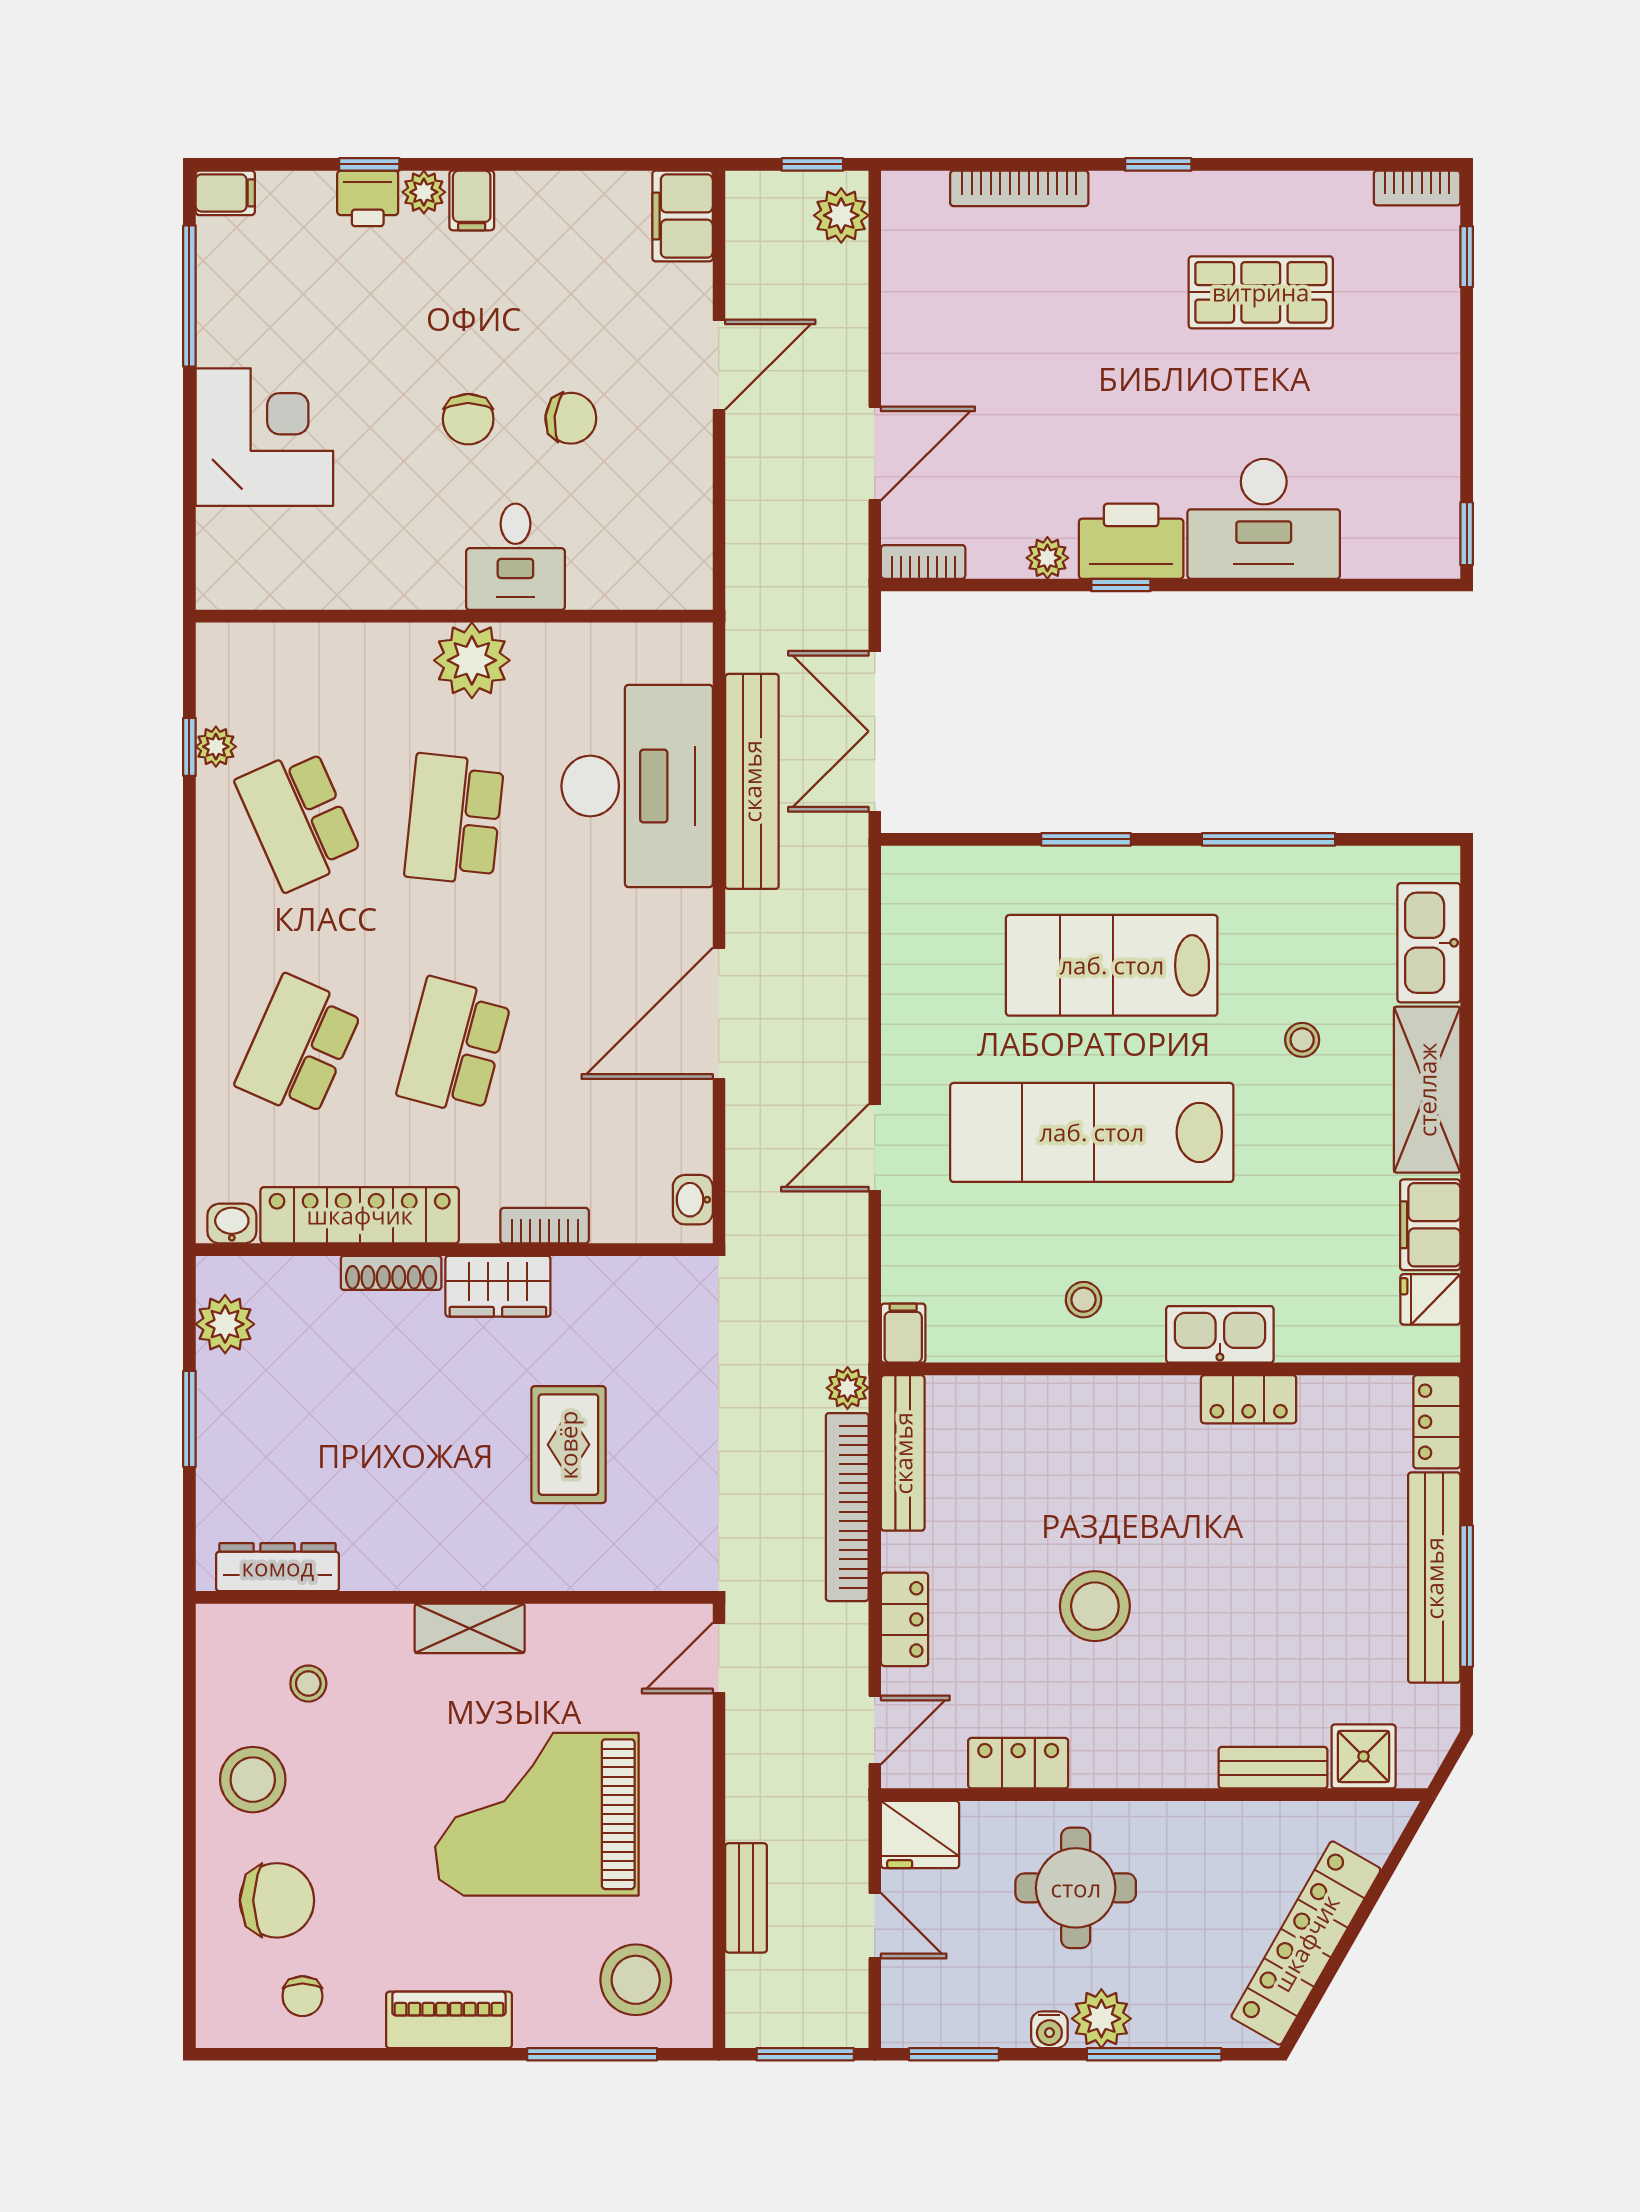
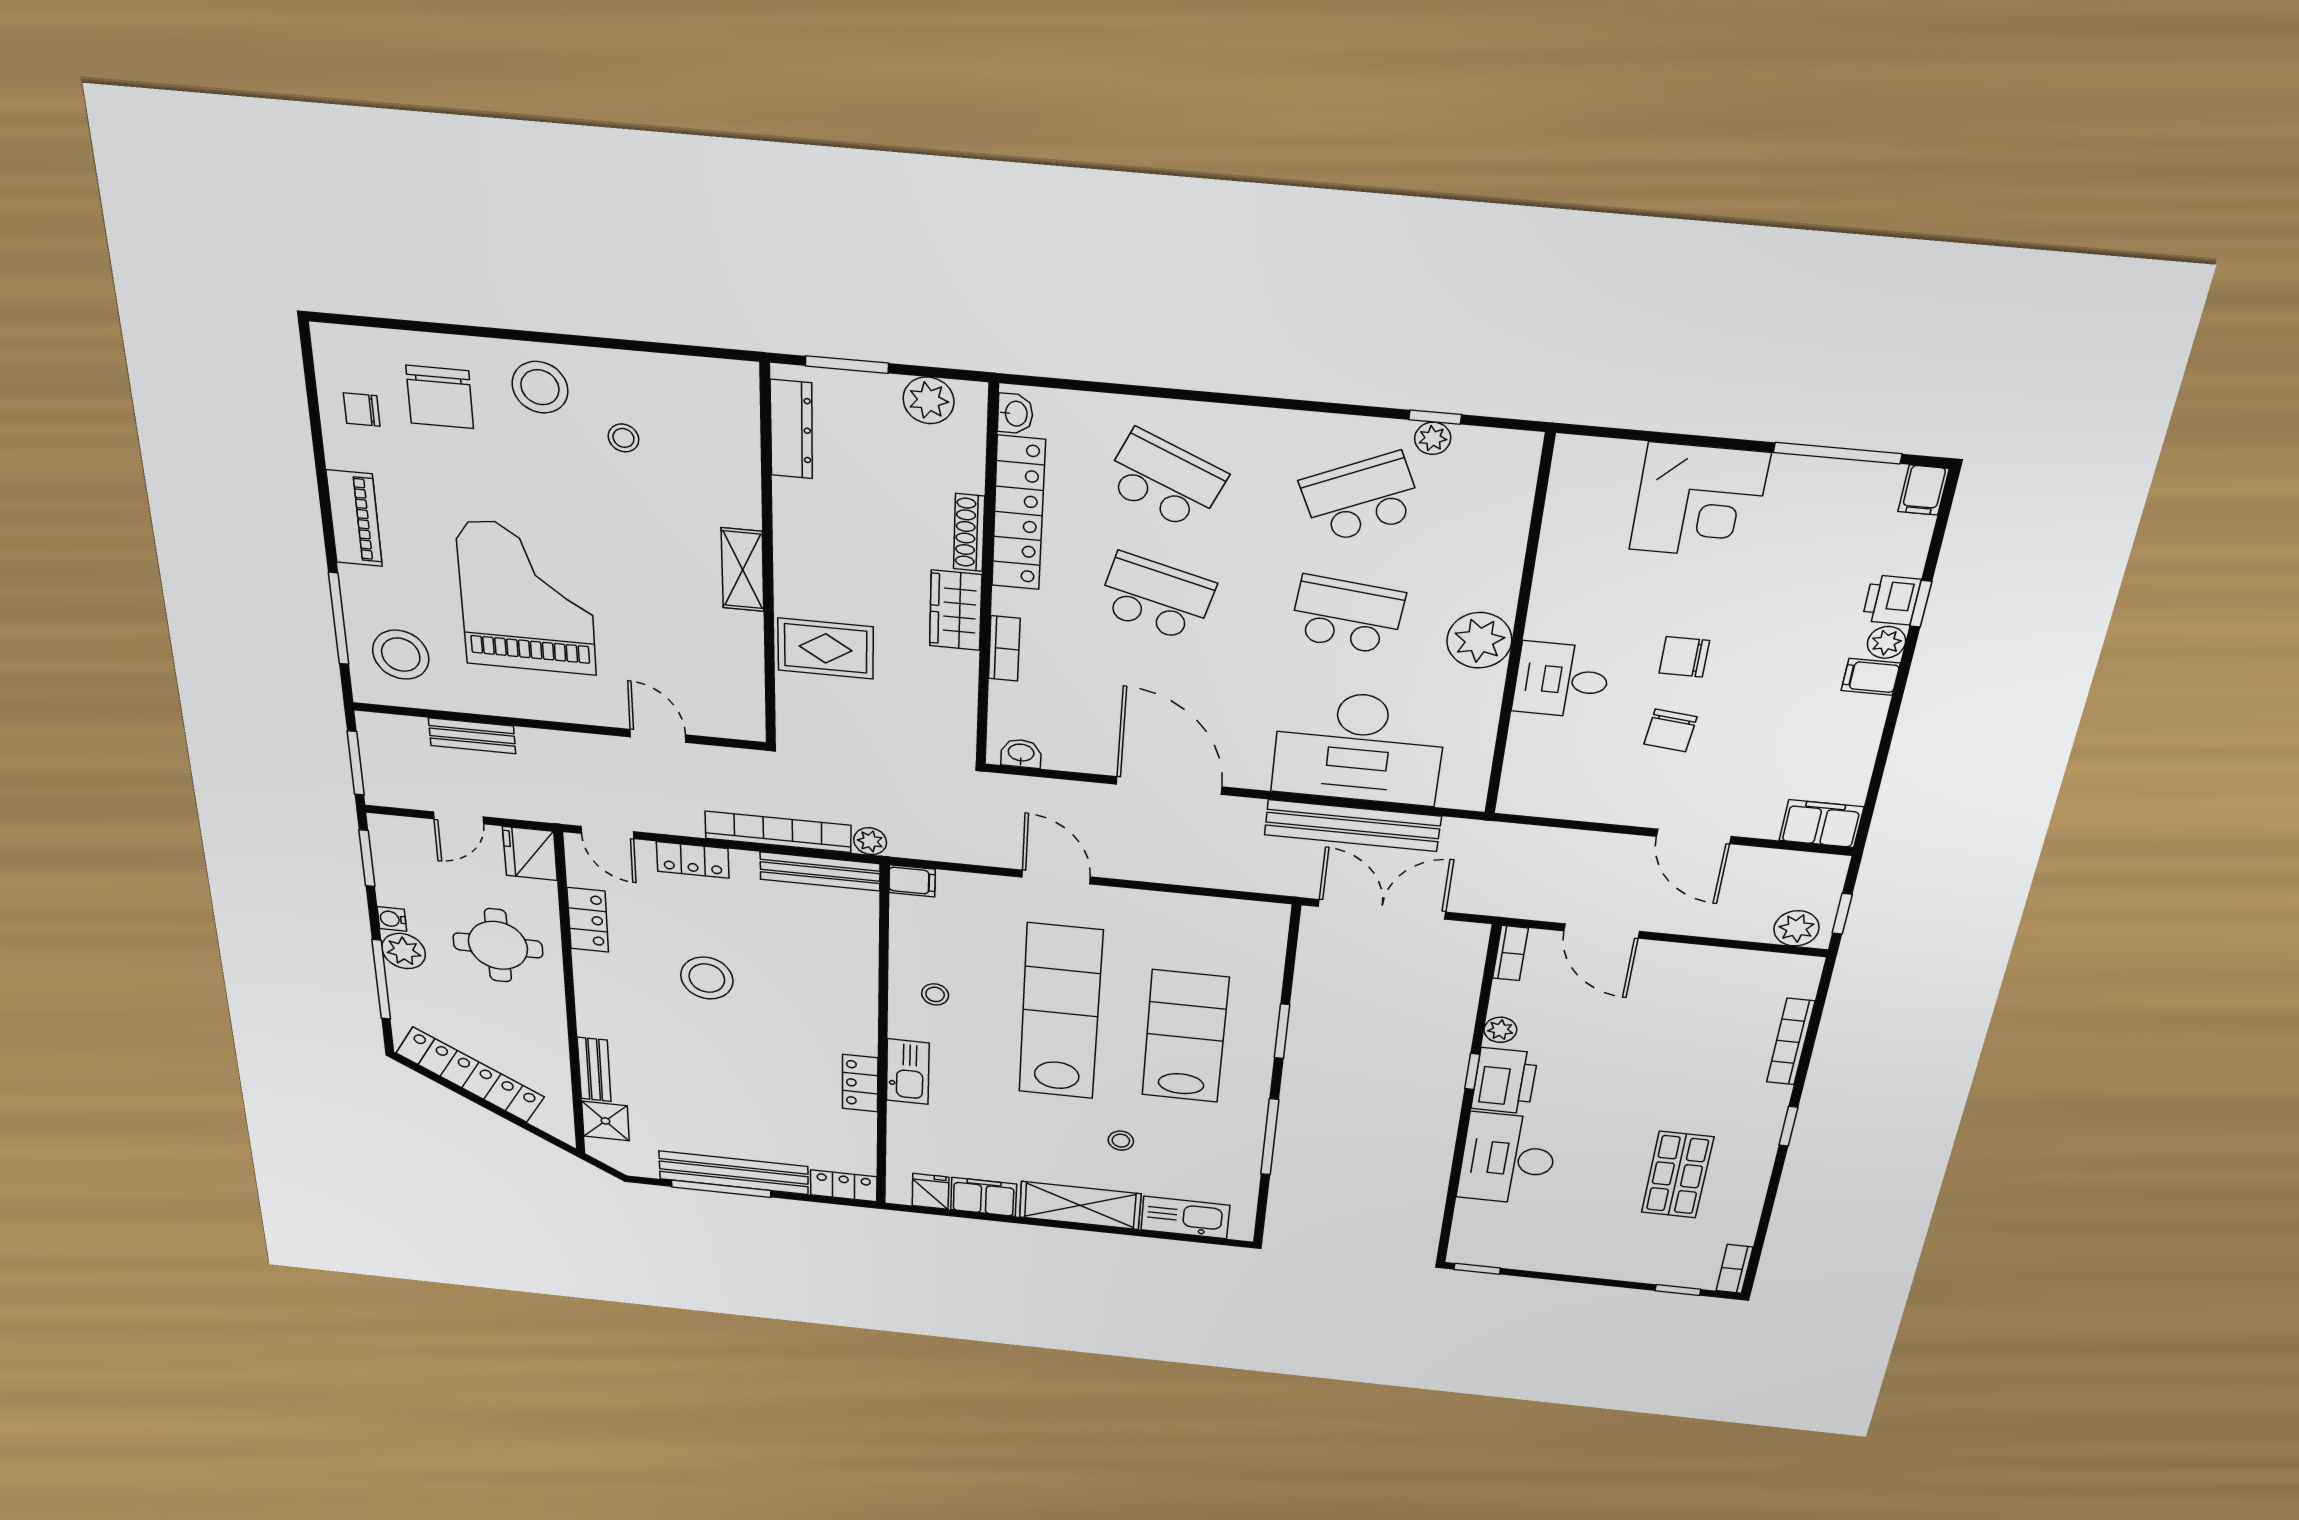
dresser: (278, 1567) -> (791, 429), moved
wall: (454, 1597) -> (768, 561), moved
shelving: (470, 1628) -> (743, 570), moved

